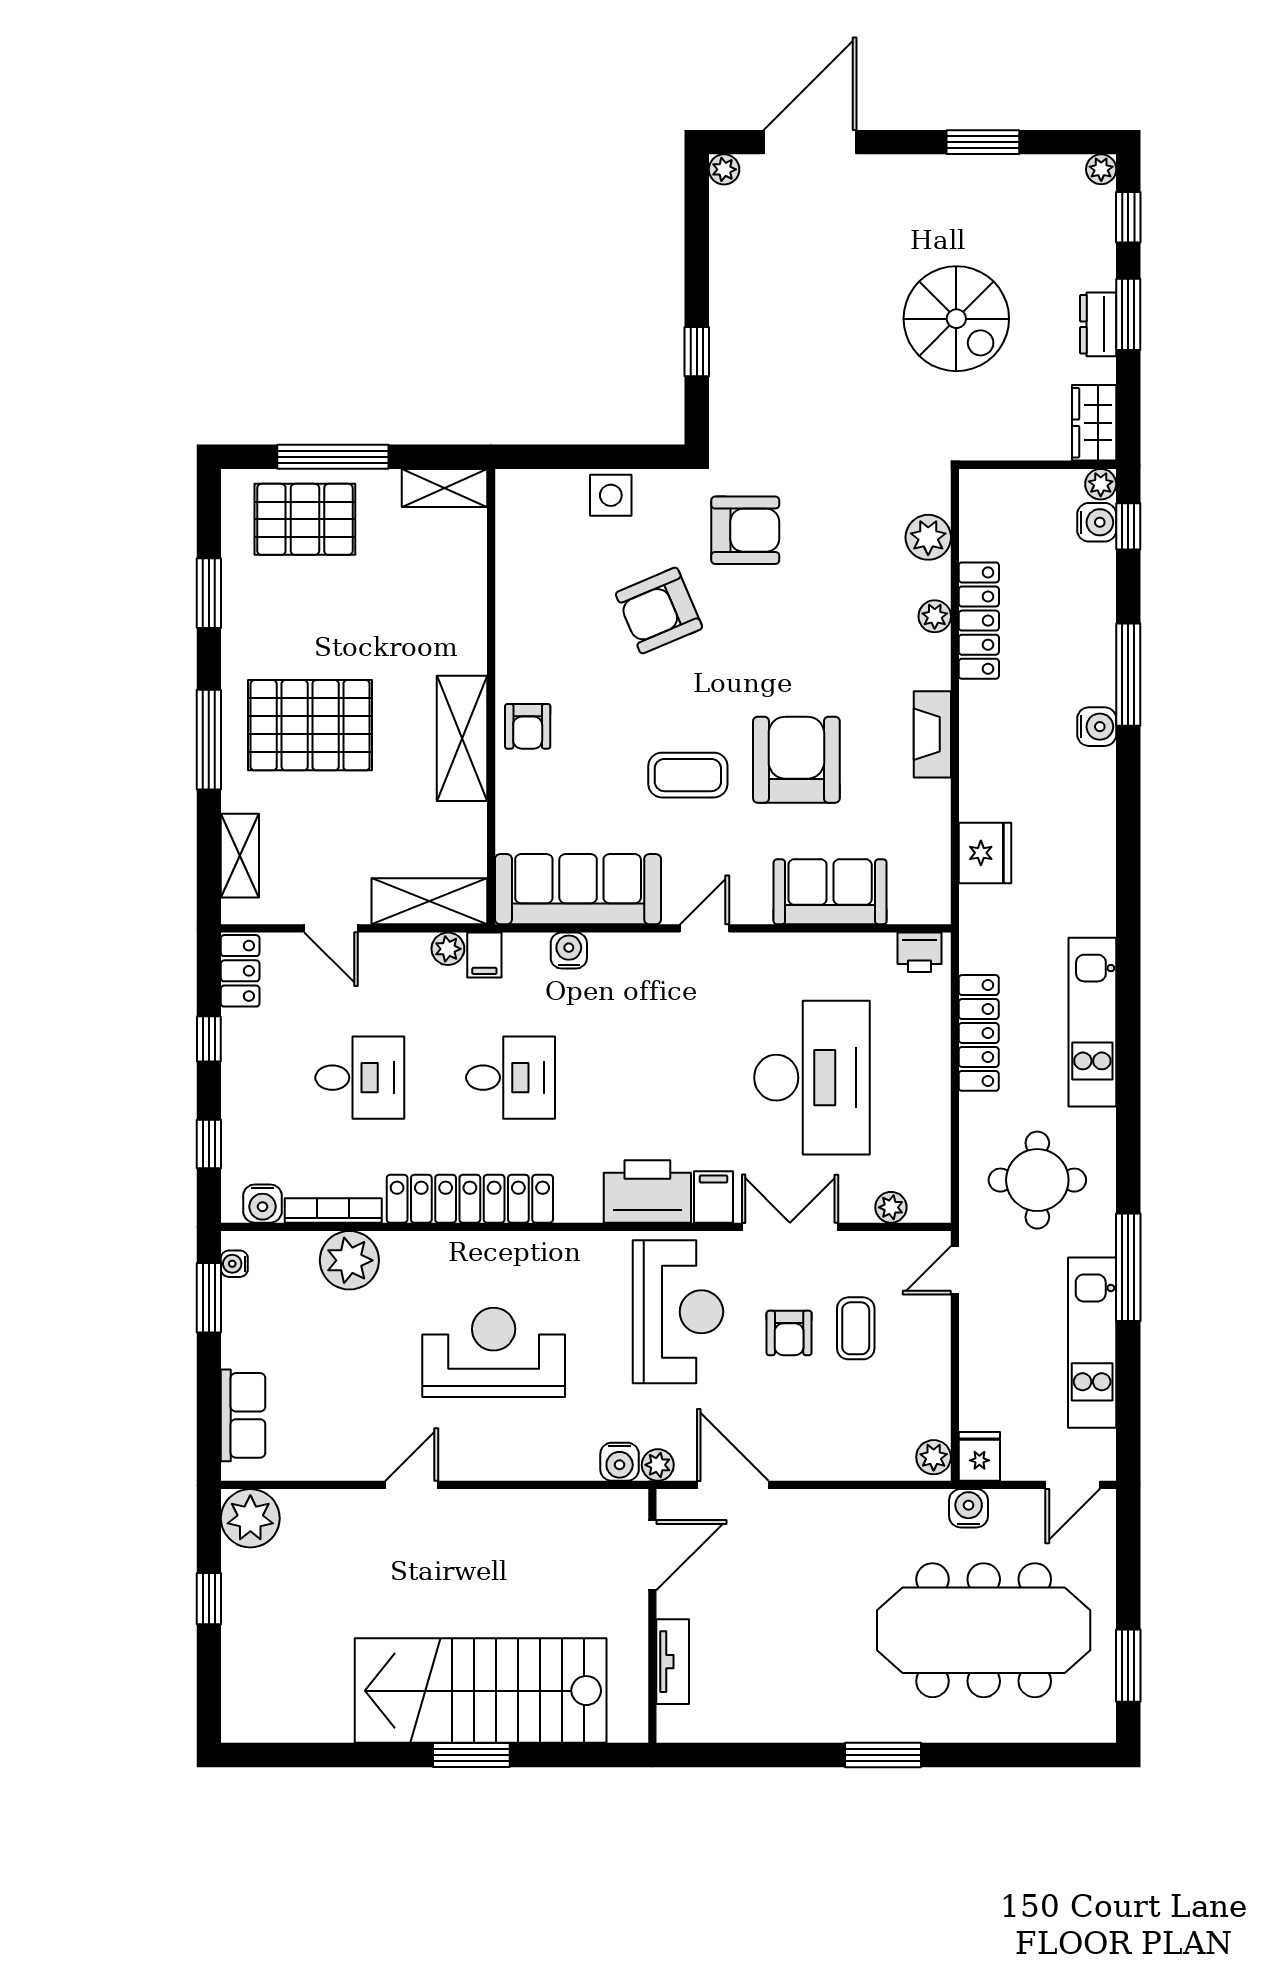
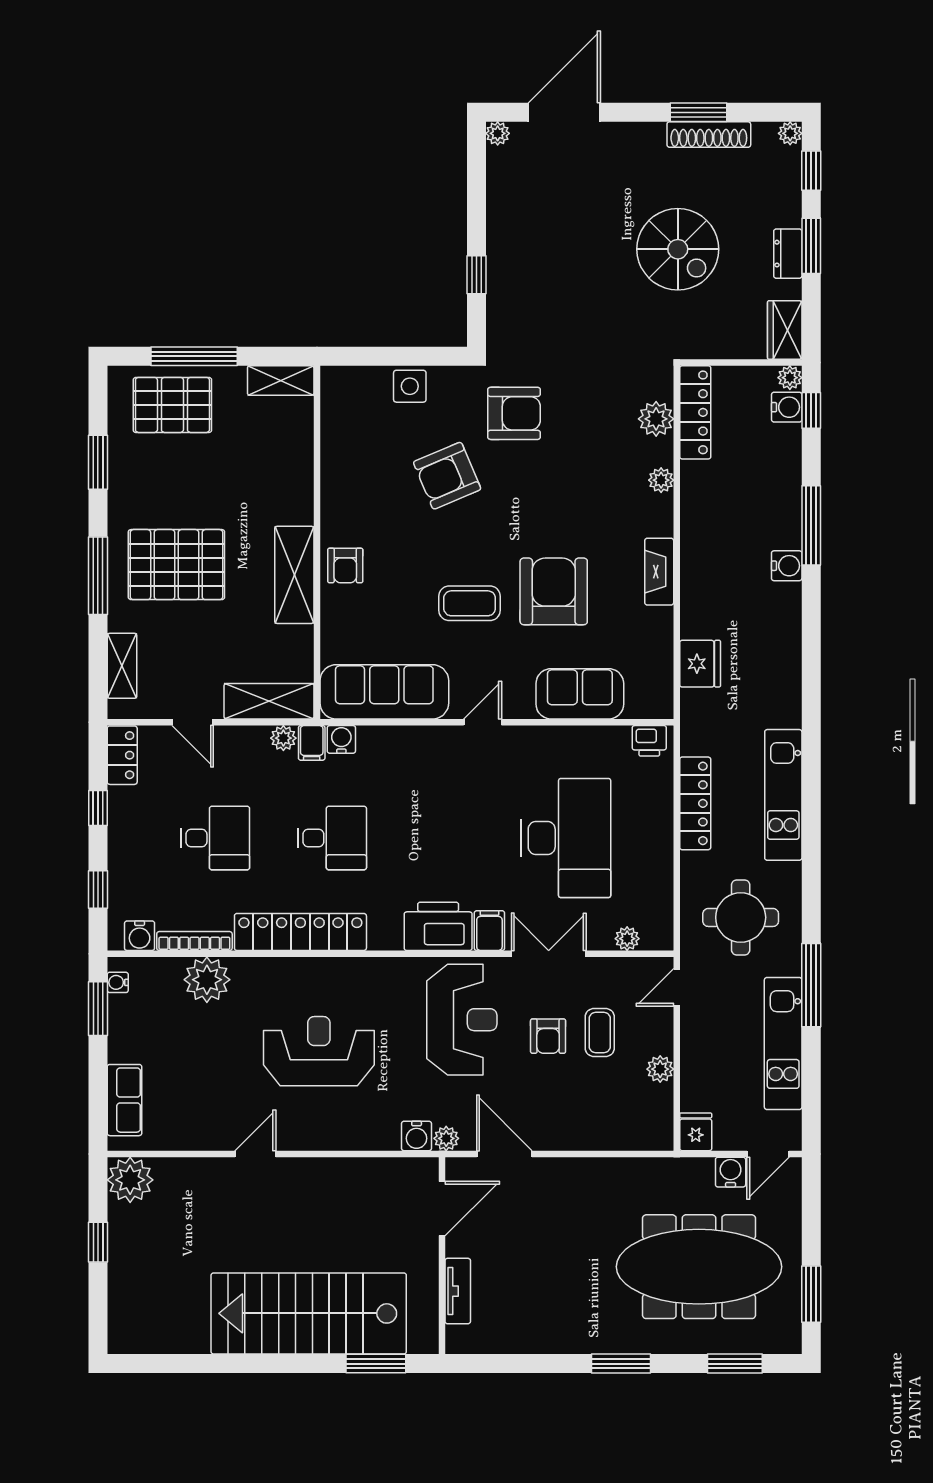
shoe rack: (996, 171) -> (709, 135), added
locker: (979, 621) -> (695, 412), moved
water cooler: (569, 951) -> (341, 739), moved
plant: (934, 1457) -> (660, 1069), moved
water cooler: (969, 1508) -> (731, 1172), moved
window: (471, 1755) -> (376, 1364), moved
window: (1030, 1755) -> (735, 1364), added

